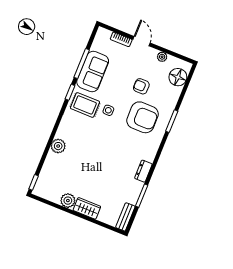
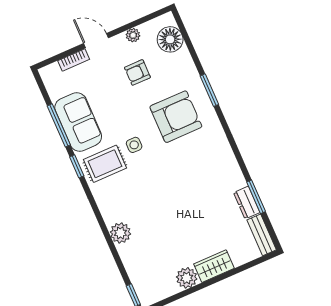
armchair: (141, 86) -> (137, 72), moved
dresser: (143, 171) -> (247, 203), moved

